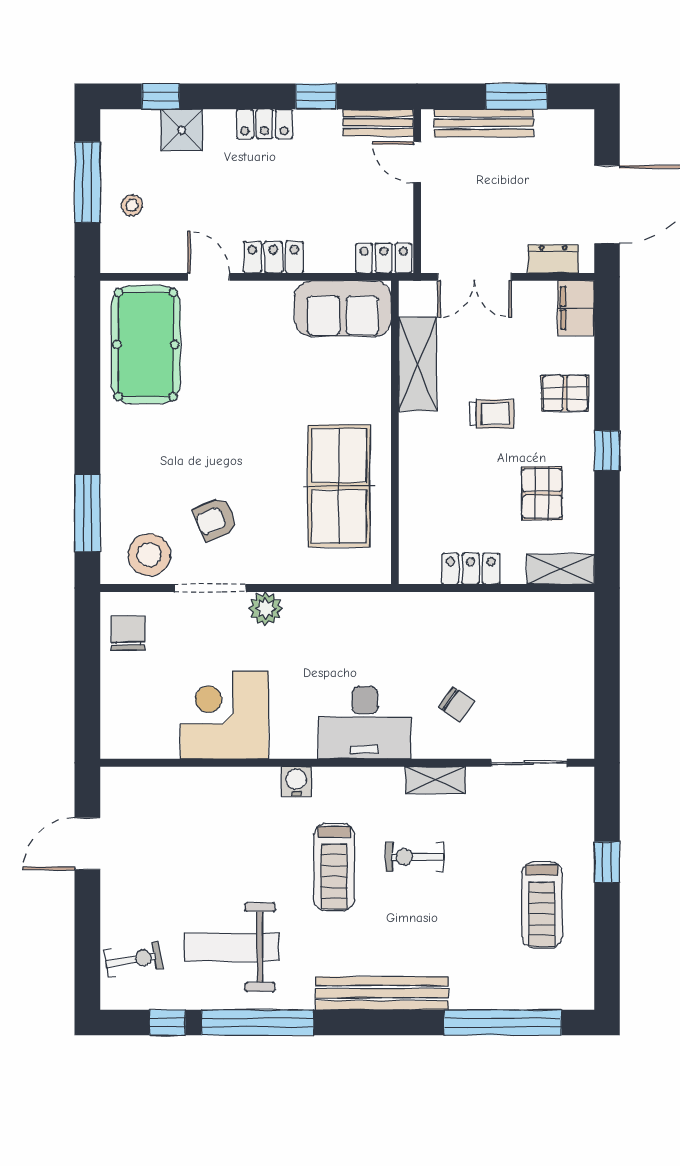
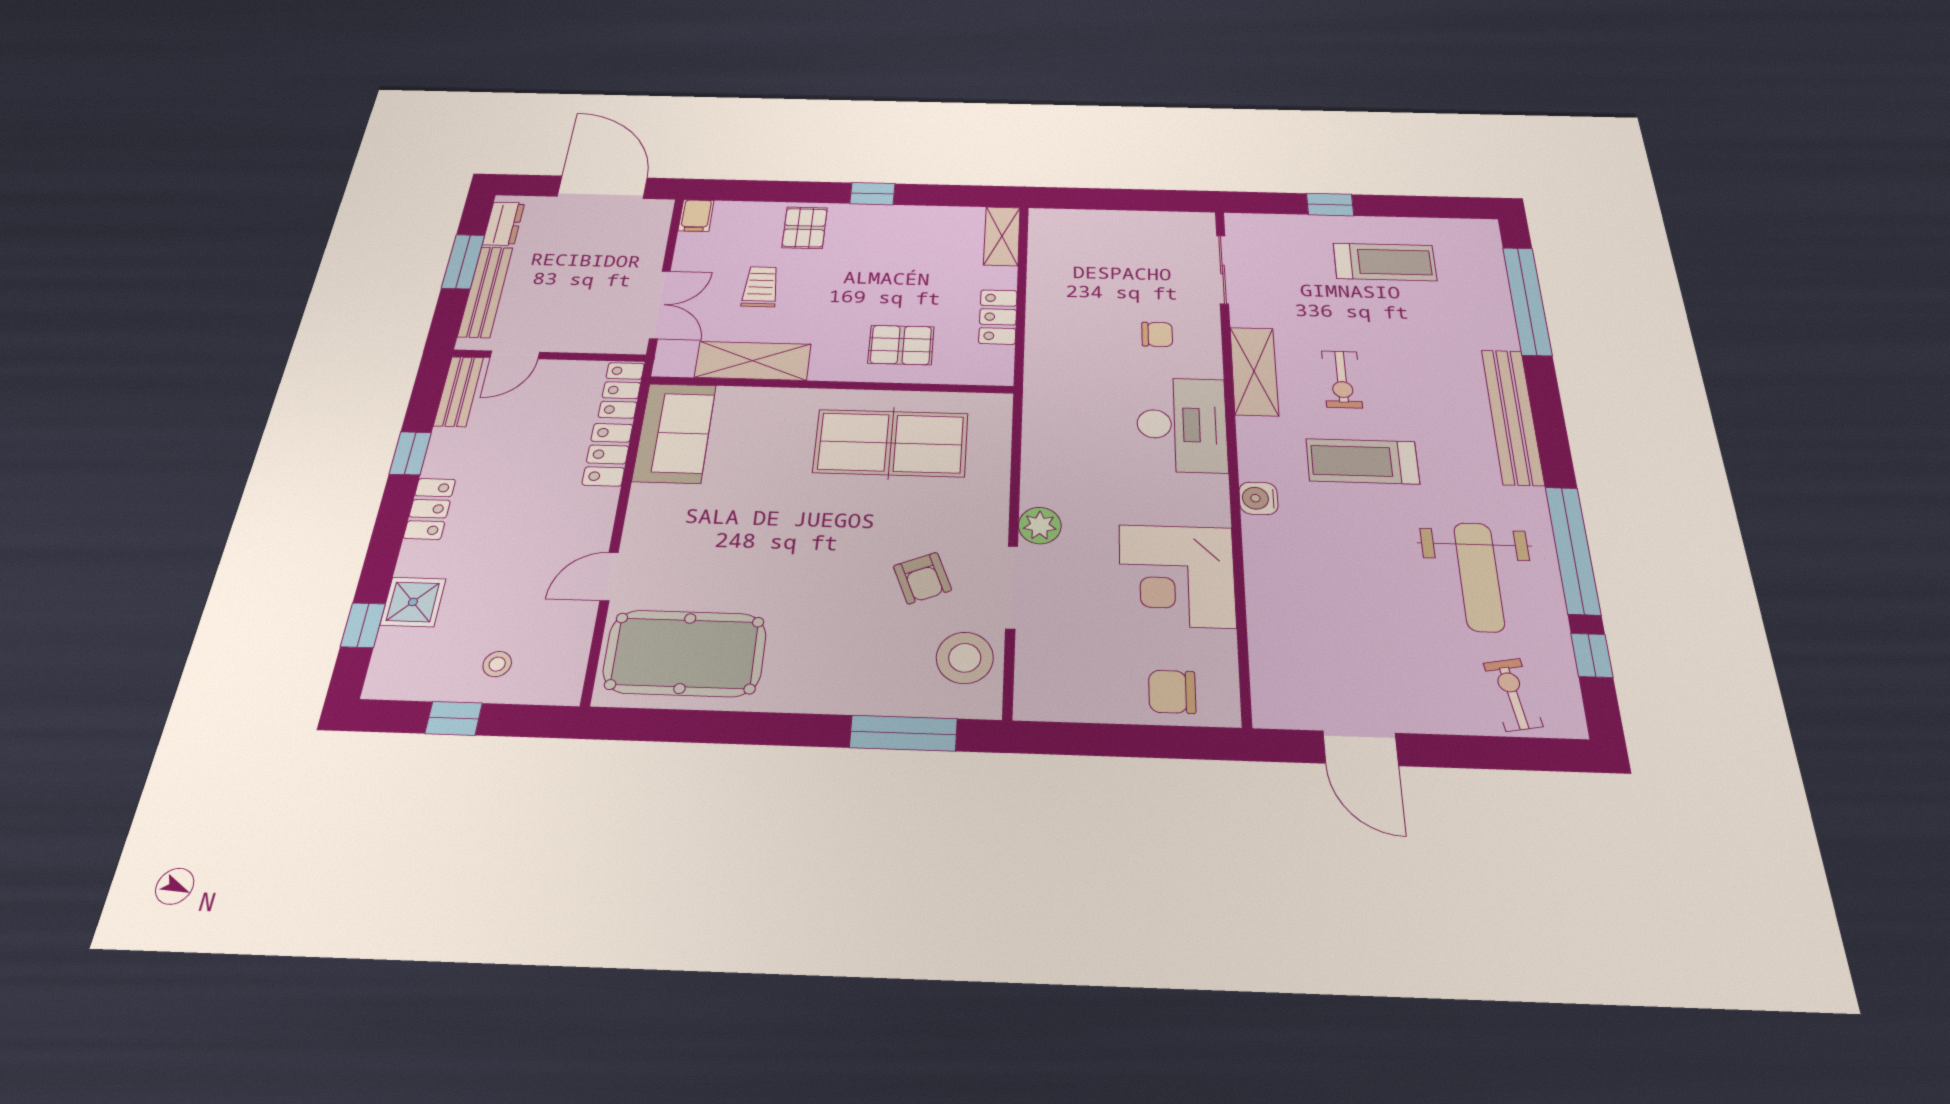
window: (87, 182) -> (454, 718), width x0.46
locker: (273, 257) -> (608, 454), moved
dresser: (553, 259) -> (504, 224), moved, turned 180
filing cabinet: (576, 308) -> (696, 216), width x0.50
trolley: (492, 414) -> (761, 287), moved
pallet: (542, 493) -> (901, 345), moved
chair: (128, 633) -> (1172, 692), moved
chair: (456, 704) -> (1157, 334), turned 55
shelving: (436, 780) -> (1254, 371), width x1.50, depth x1.33
treadmill: (334, 867) -> (1362, 461), turned 180

